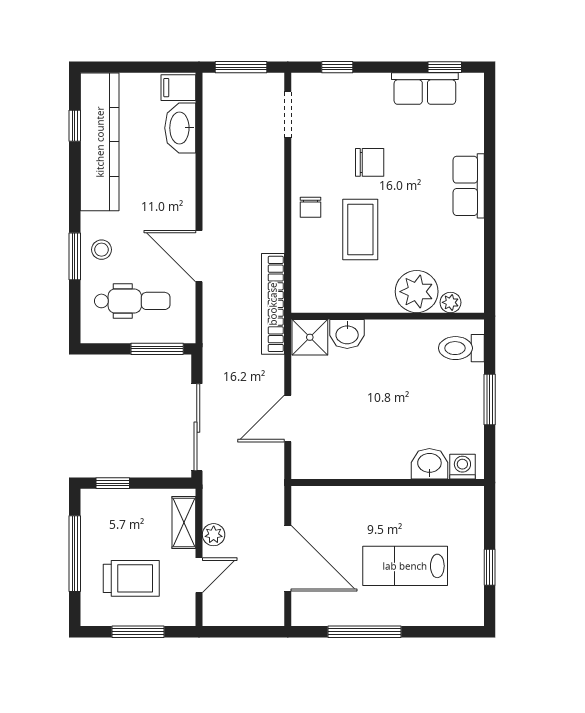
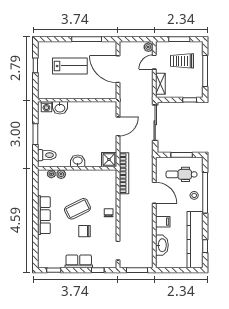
filing cabinet: (178, 88) -> (163, 222), moved
row of seats: (425, 89) -> (79, 261), moved
row of seats: (469, 186) -> (44, 215), width x1.48
coffee table: (360, 229) -> (77, 209), moved, turned 64
window: (75, 256) -> (205, 193), width x2.11
plant: (417, 292) -> (61, 174), width x0.53, depth x0.53
washbasin: (347, 334) -> (78, 161), moved
window: (157, 349) -> (182, 155), moved
plant: (214, 535) -> (148, 47), moved

